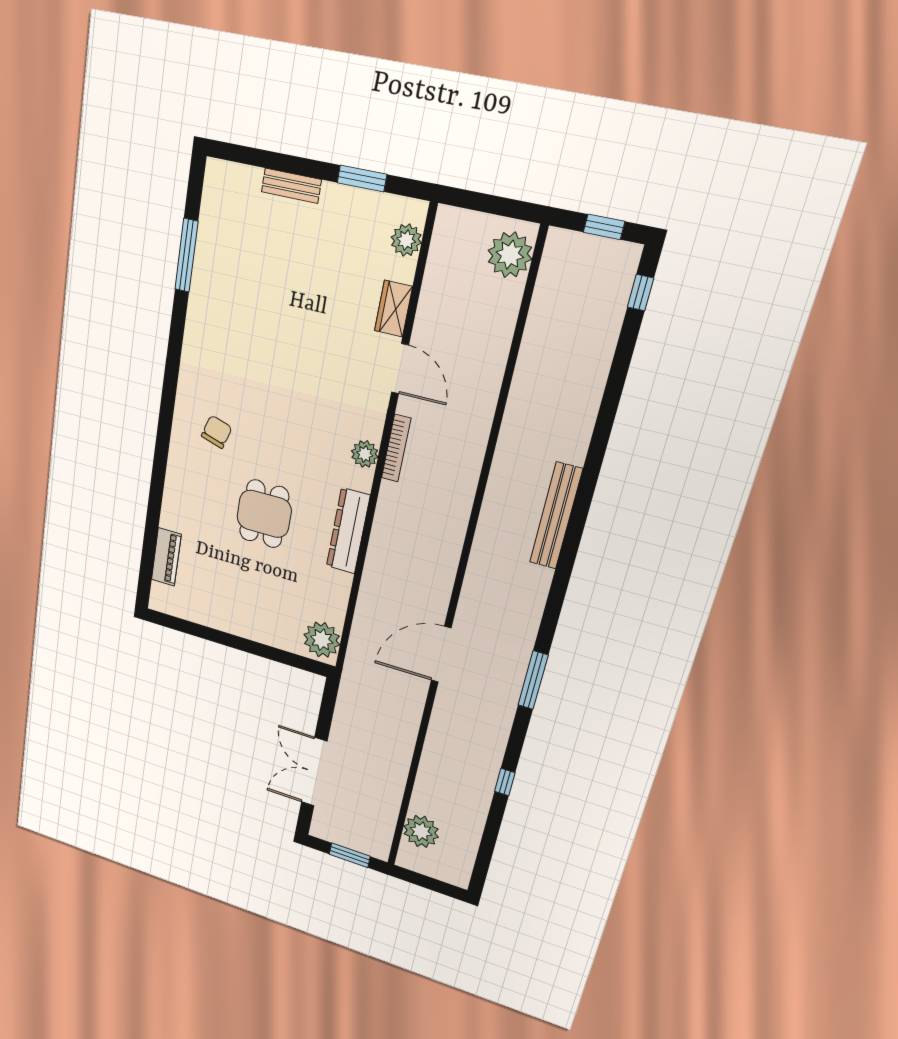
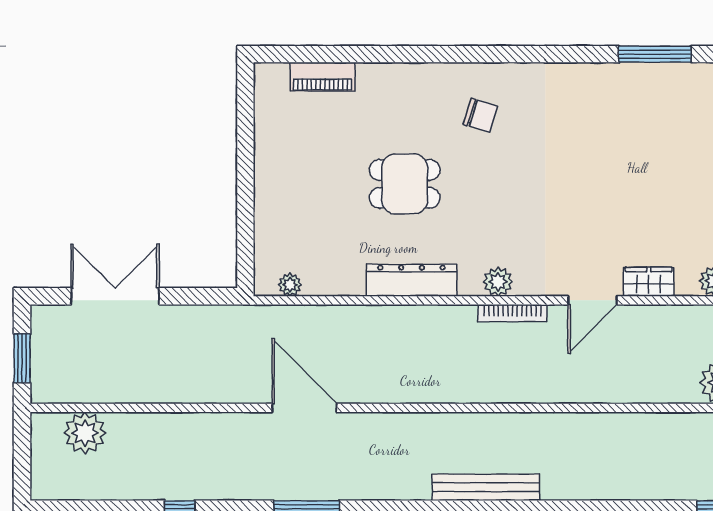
plant: (322, 640) -> (290, 285), width x0.53, depth x0.53

